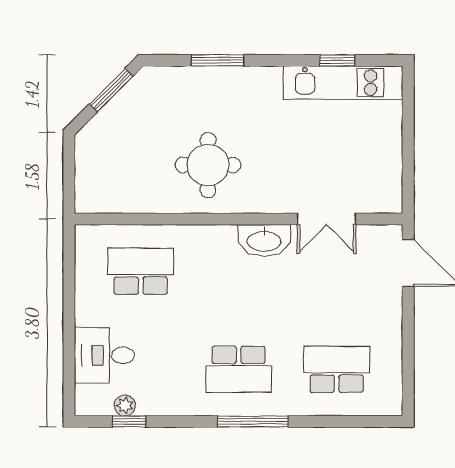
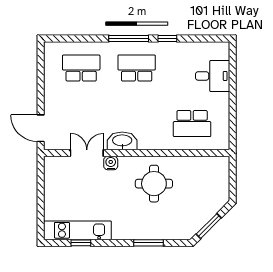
water cooler: (284, 201) -> (111, 163), added
school desk: (337, 369) -> (81, 68), turned 180
plant: (125, 406) -> (201, 48), removed
window: (129, 421) -> (167, 38), moved

